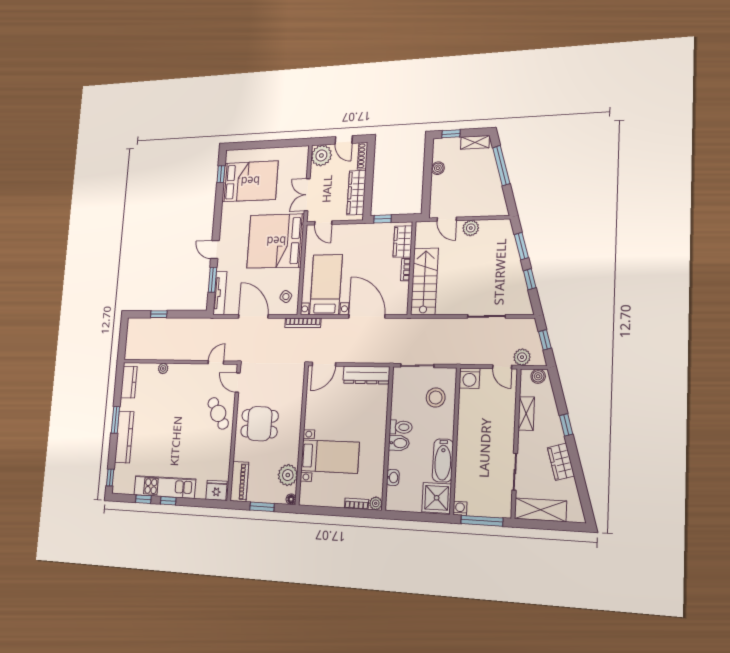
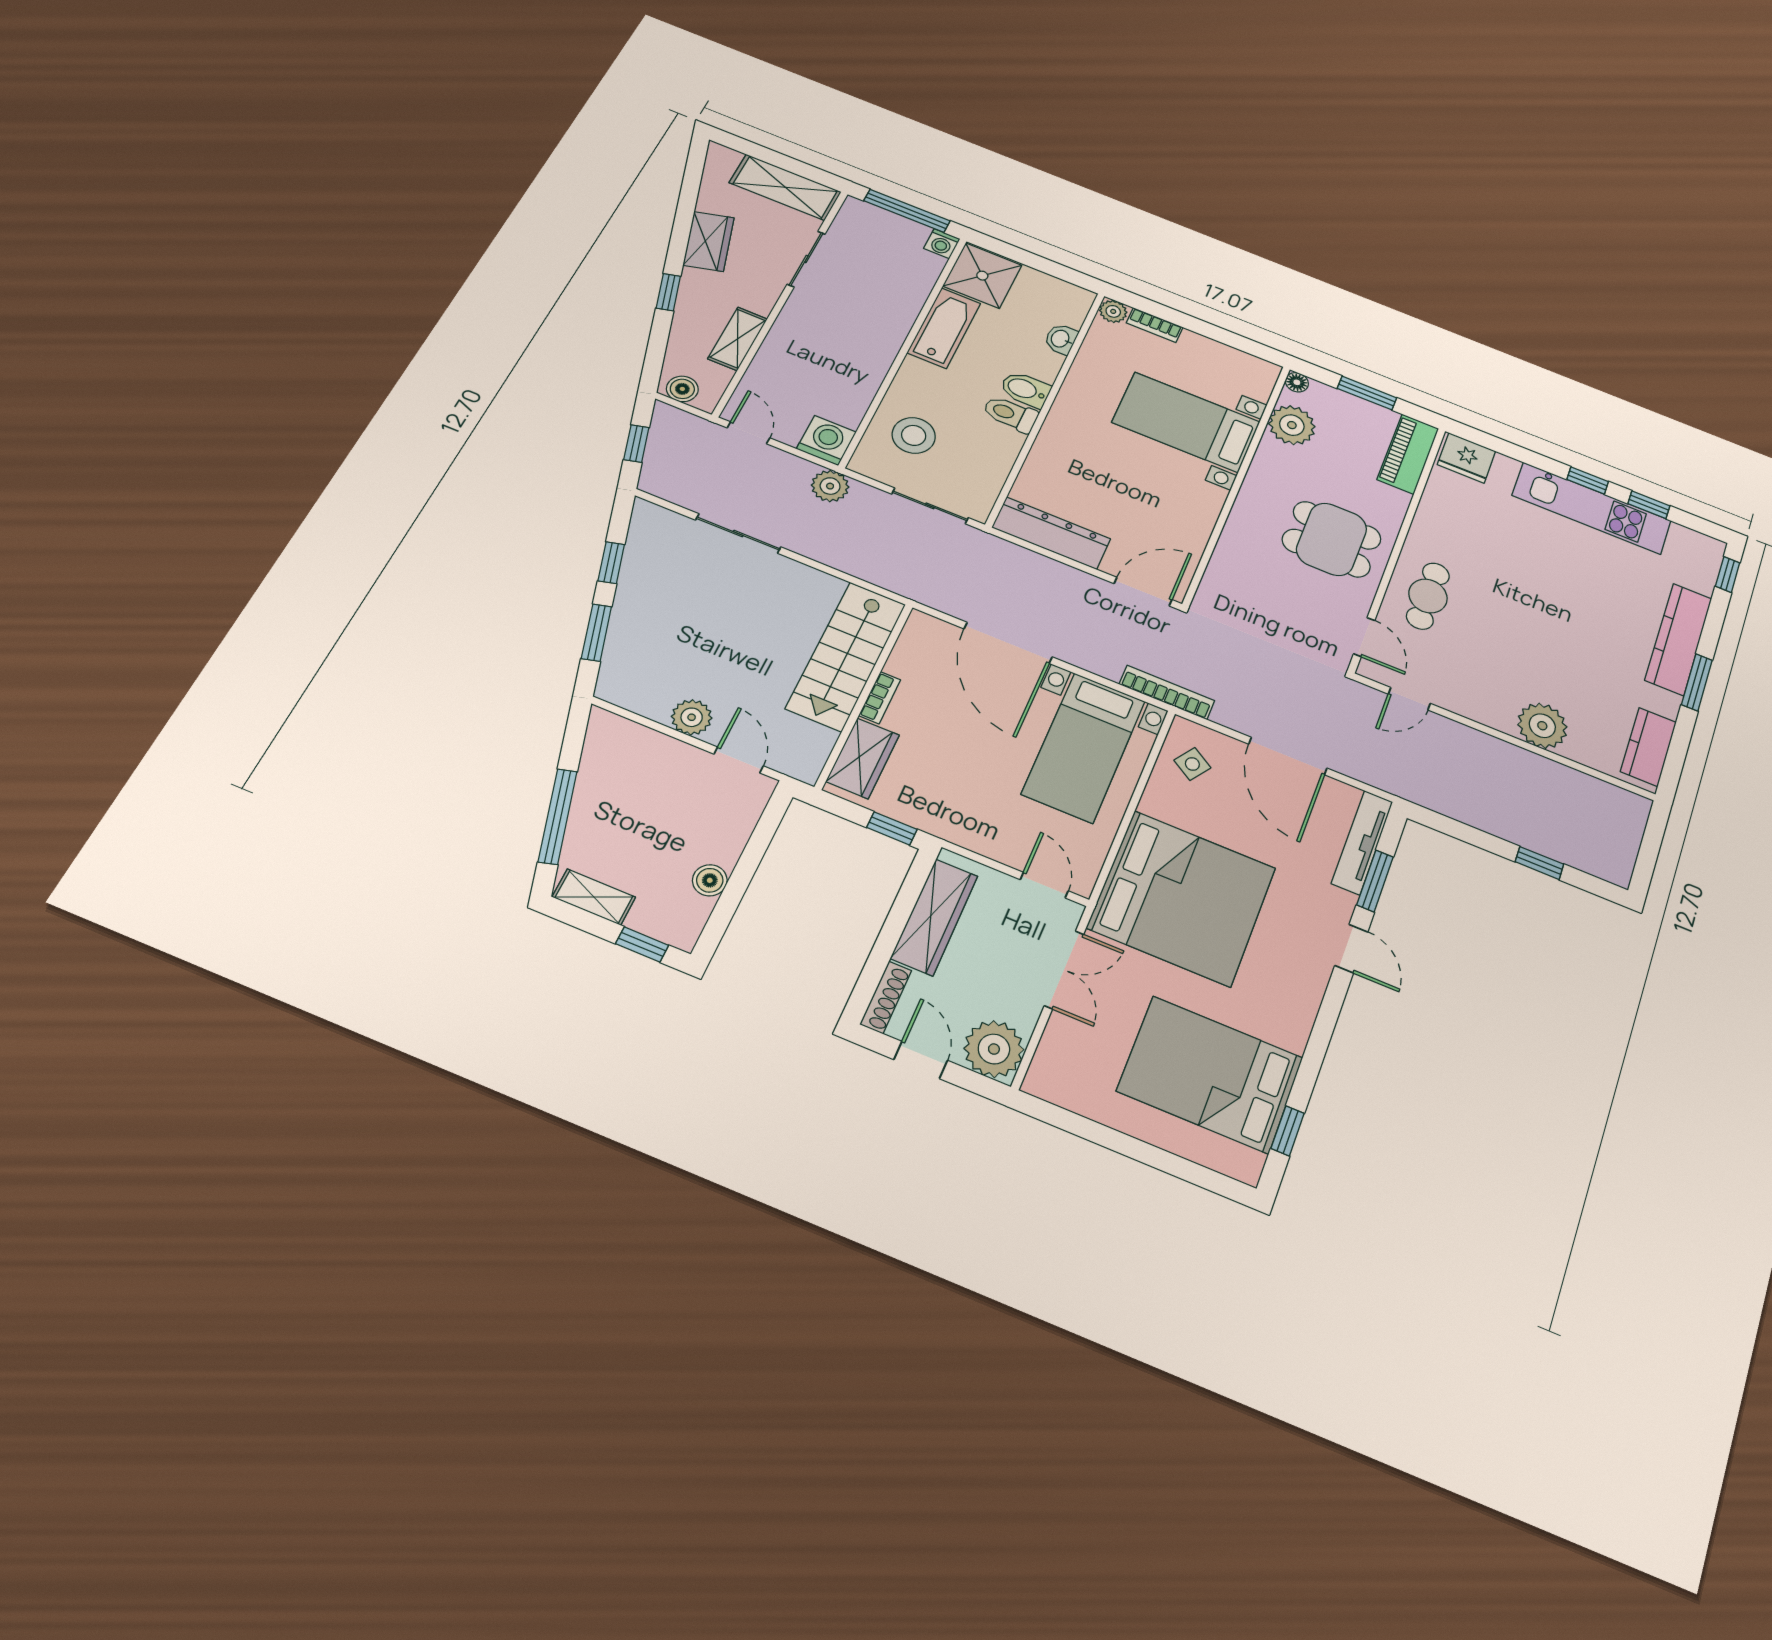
plant: (522, 357) -> (830, 486), moved
plant: (163, 368) -> (1542, 726), width x1.87, depth x1.87
cafe table: (218, 413) -> (1428, 596), turned 32

